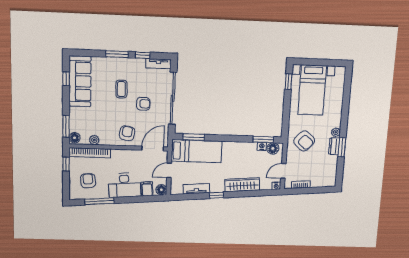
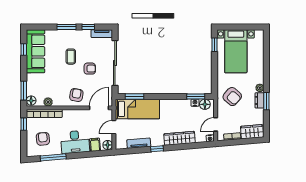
wardrobe: (323, 180) -> (252, 132), added

